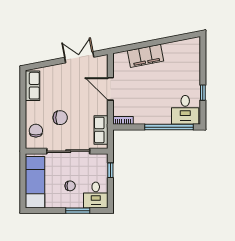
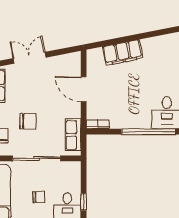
double door: (79, 57) -> (29, 58), moved
window: (110, 170) -> (84, 202), moved

